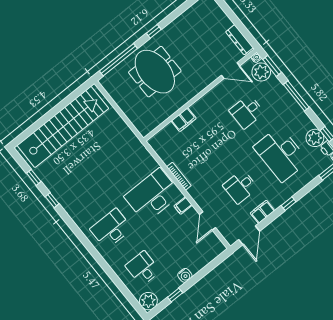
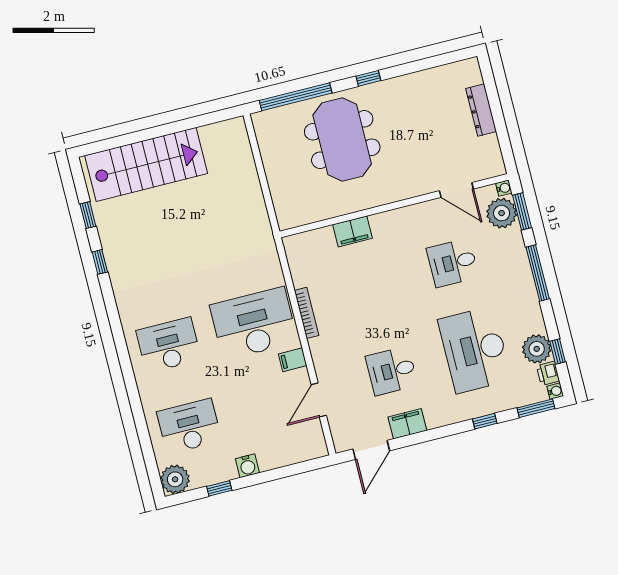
dresser: (240, 40) -> (481, 110), moved
stairs: (63, 127) -> (146, 164), width x0.73
window: (289, 204) -> (485, 421), moved
desk: (143, 268) -> (189, 426), width x1.37

